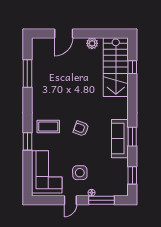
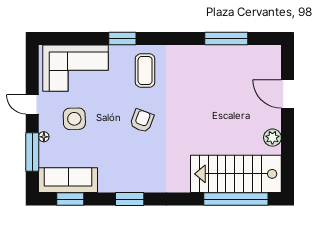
window: (132, 67) -> (236, 199), width x3.17
sofa: (120, 139) -> (68, 180), moved

